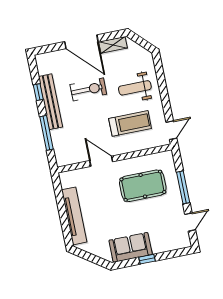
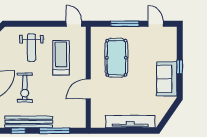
exercise bike: (88, 89) -> (25, 88), turned 180

